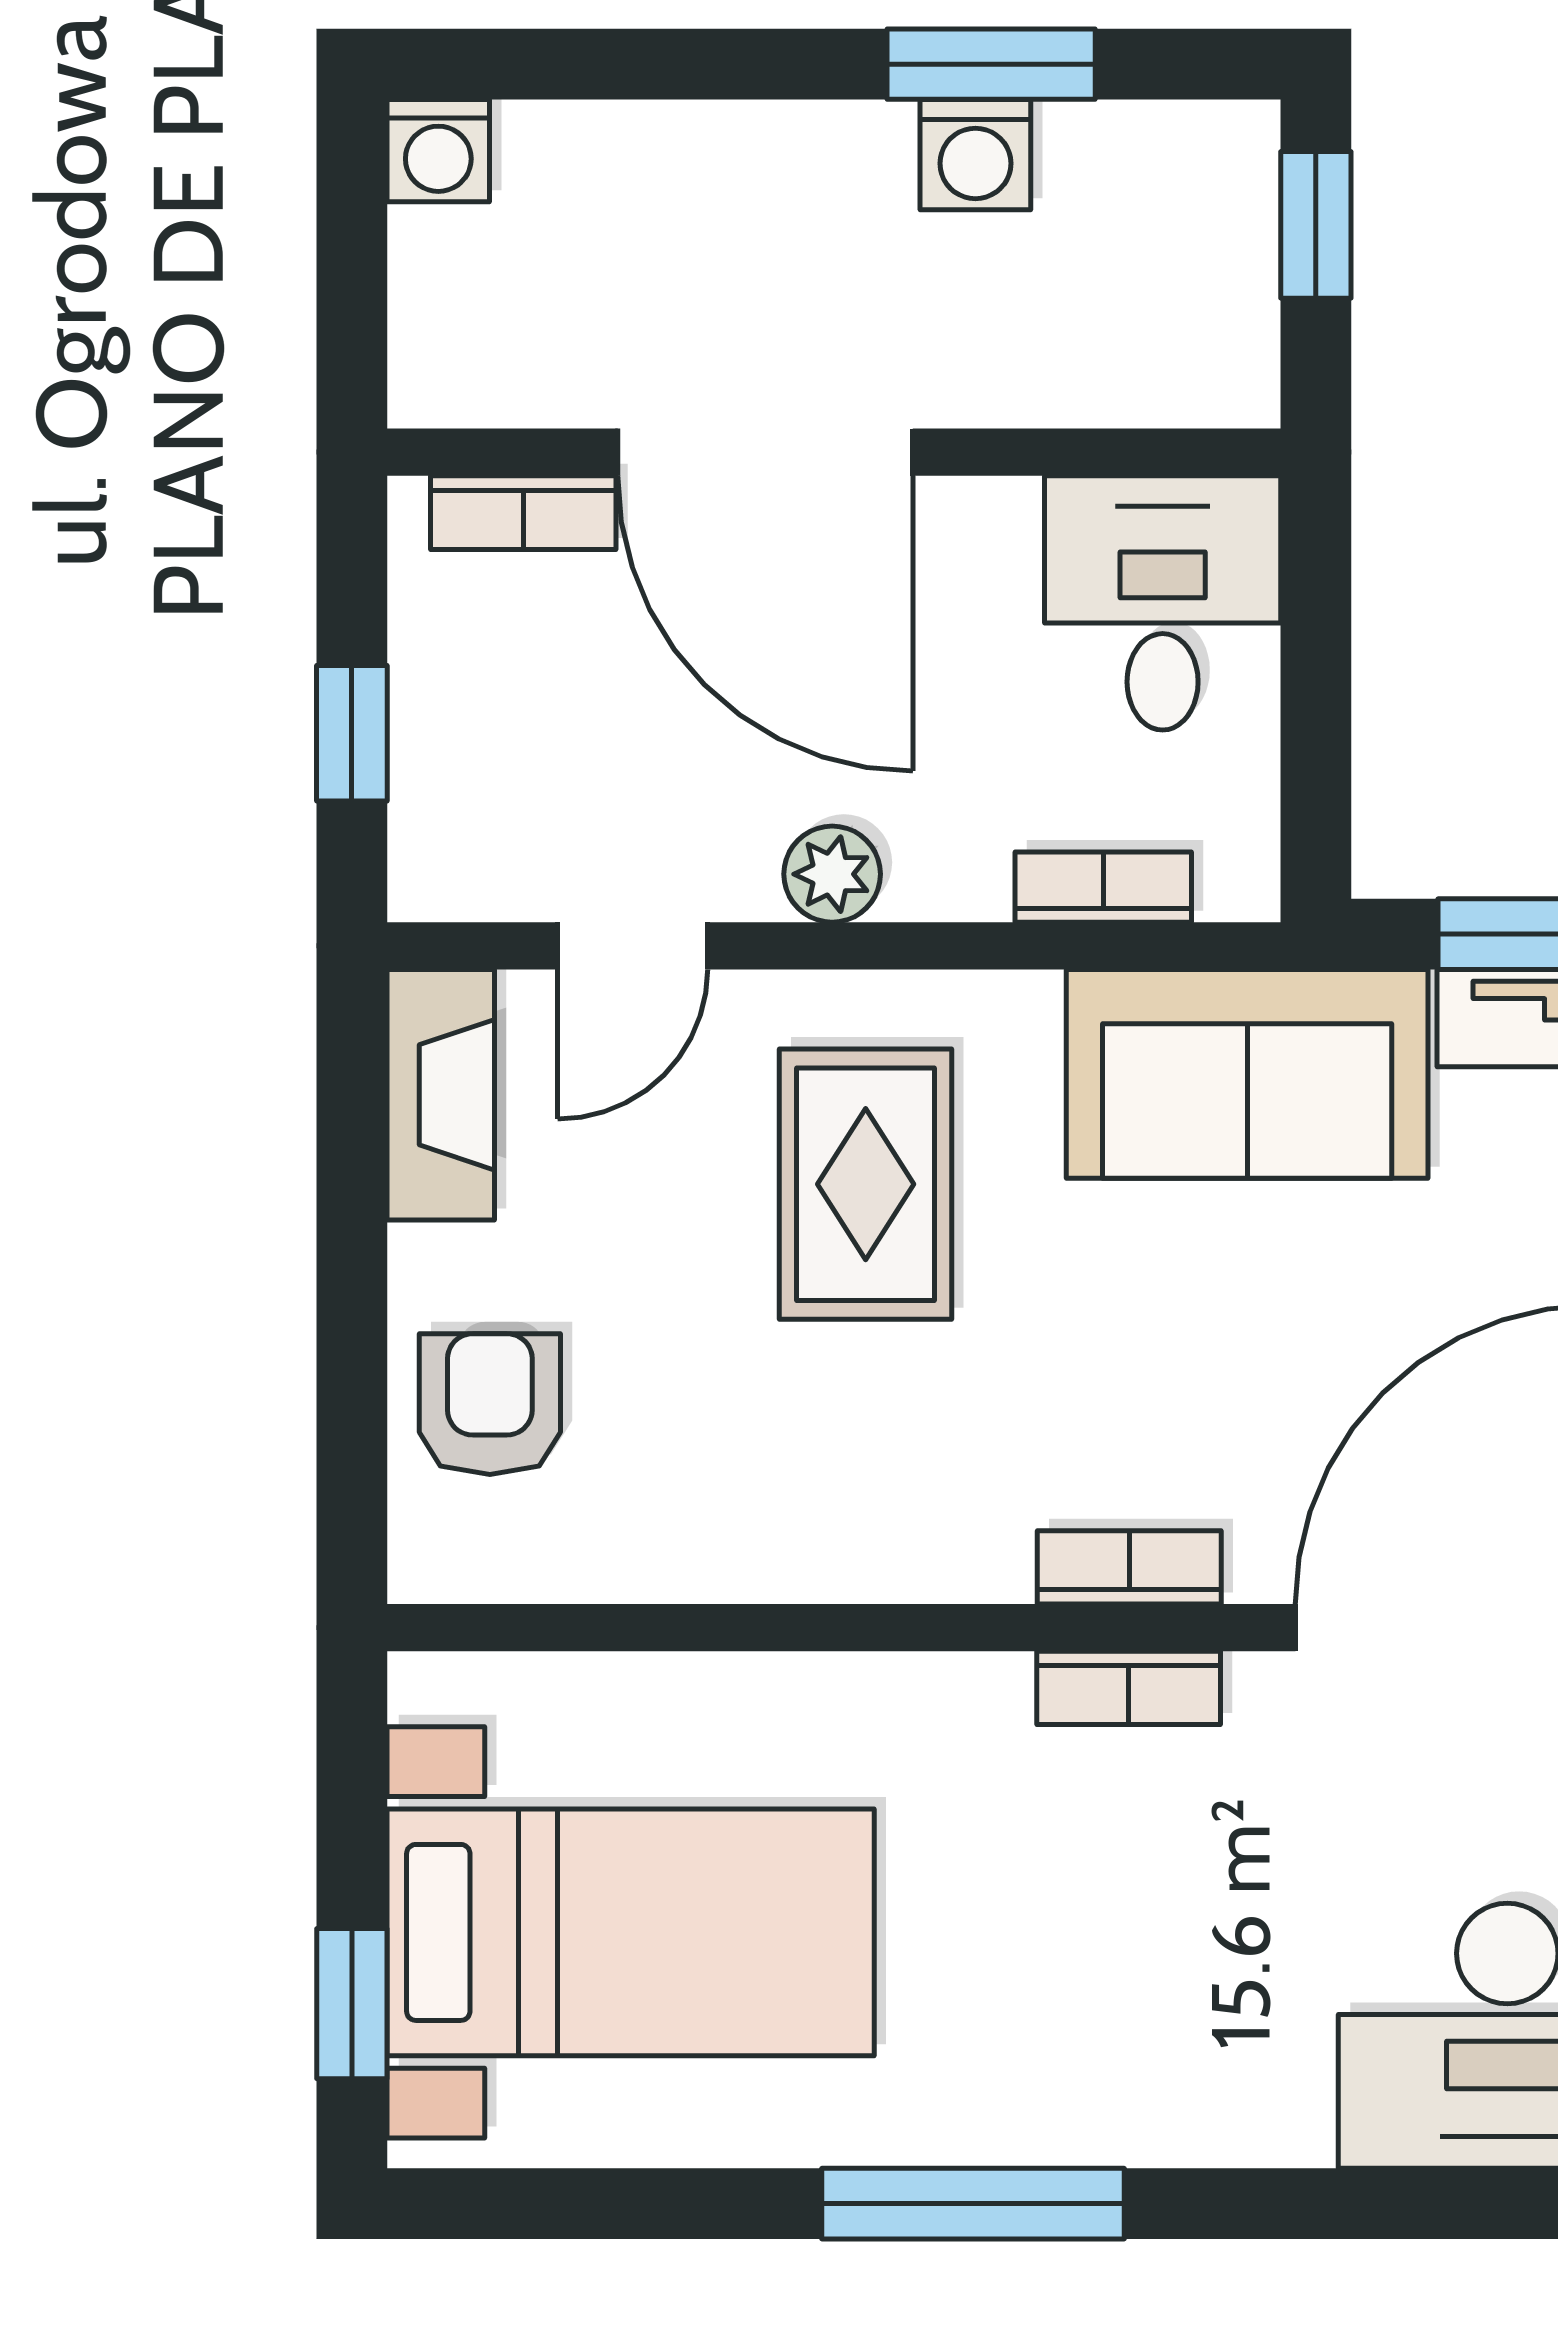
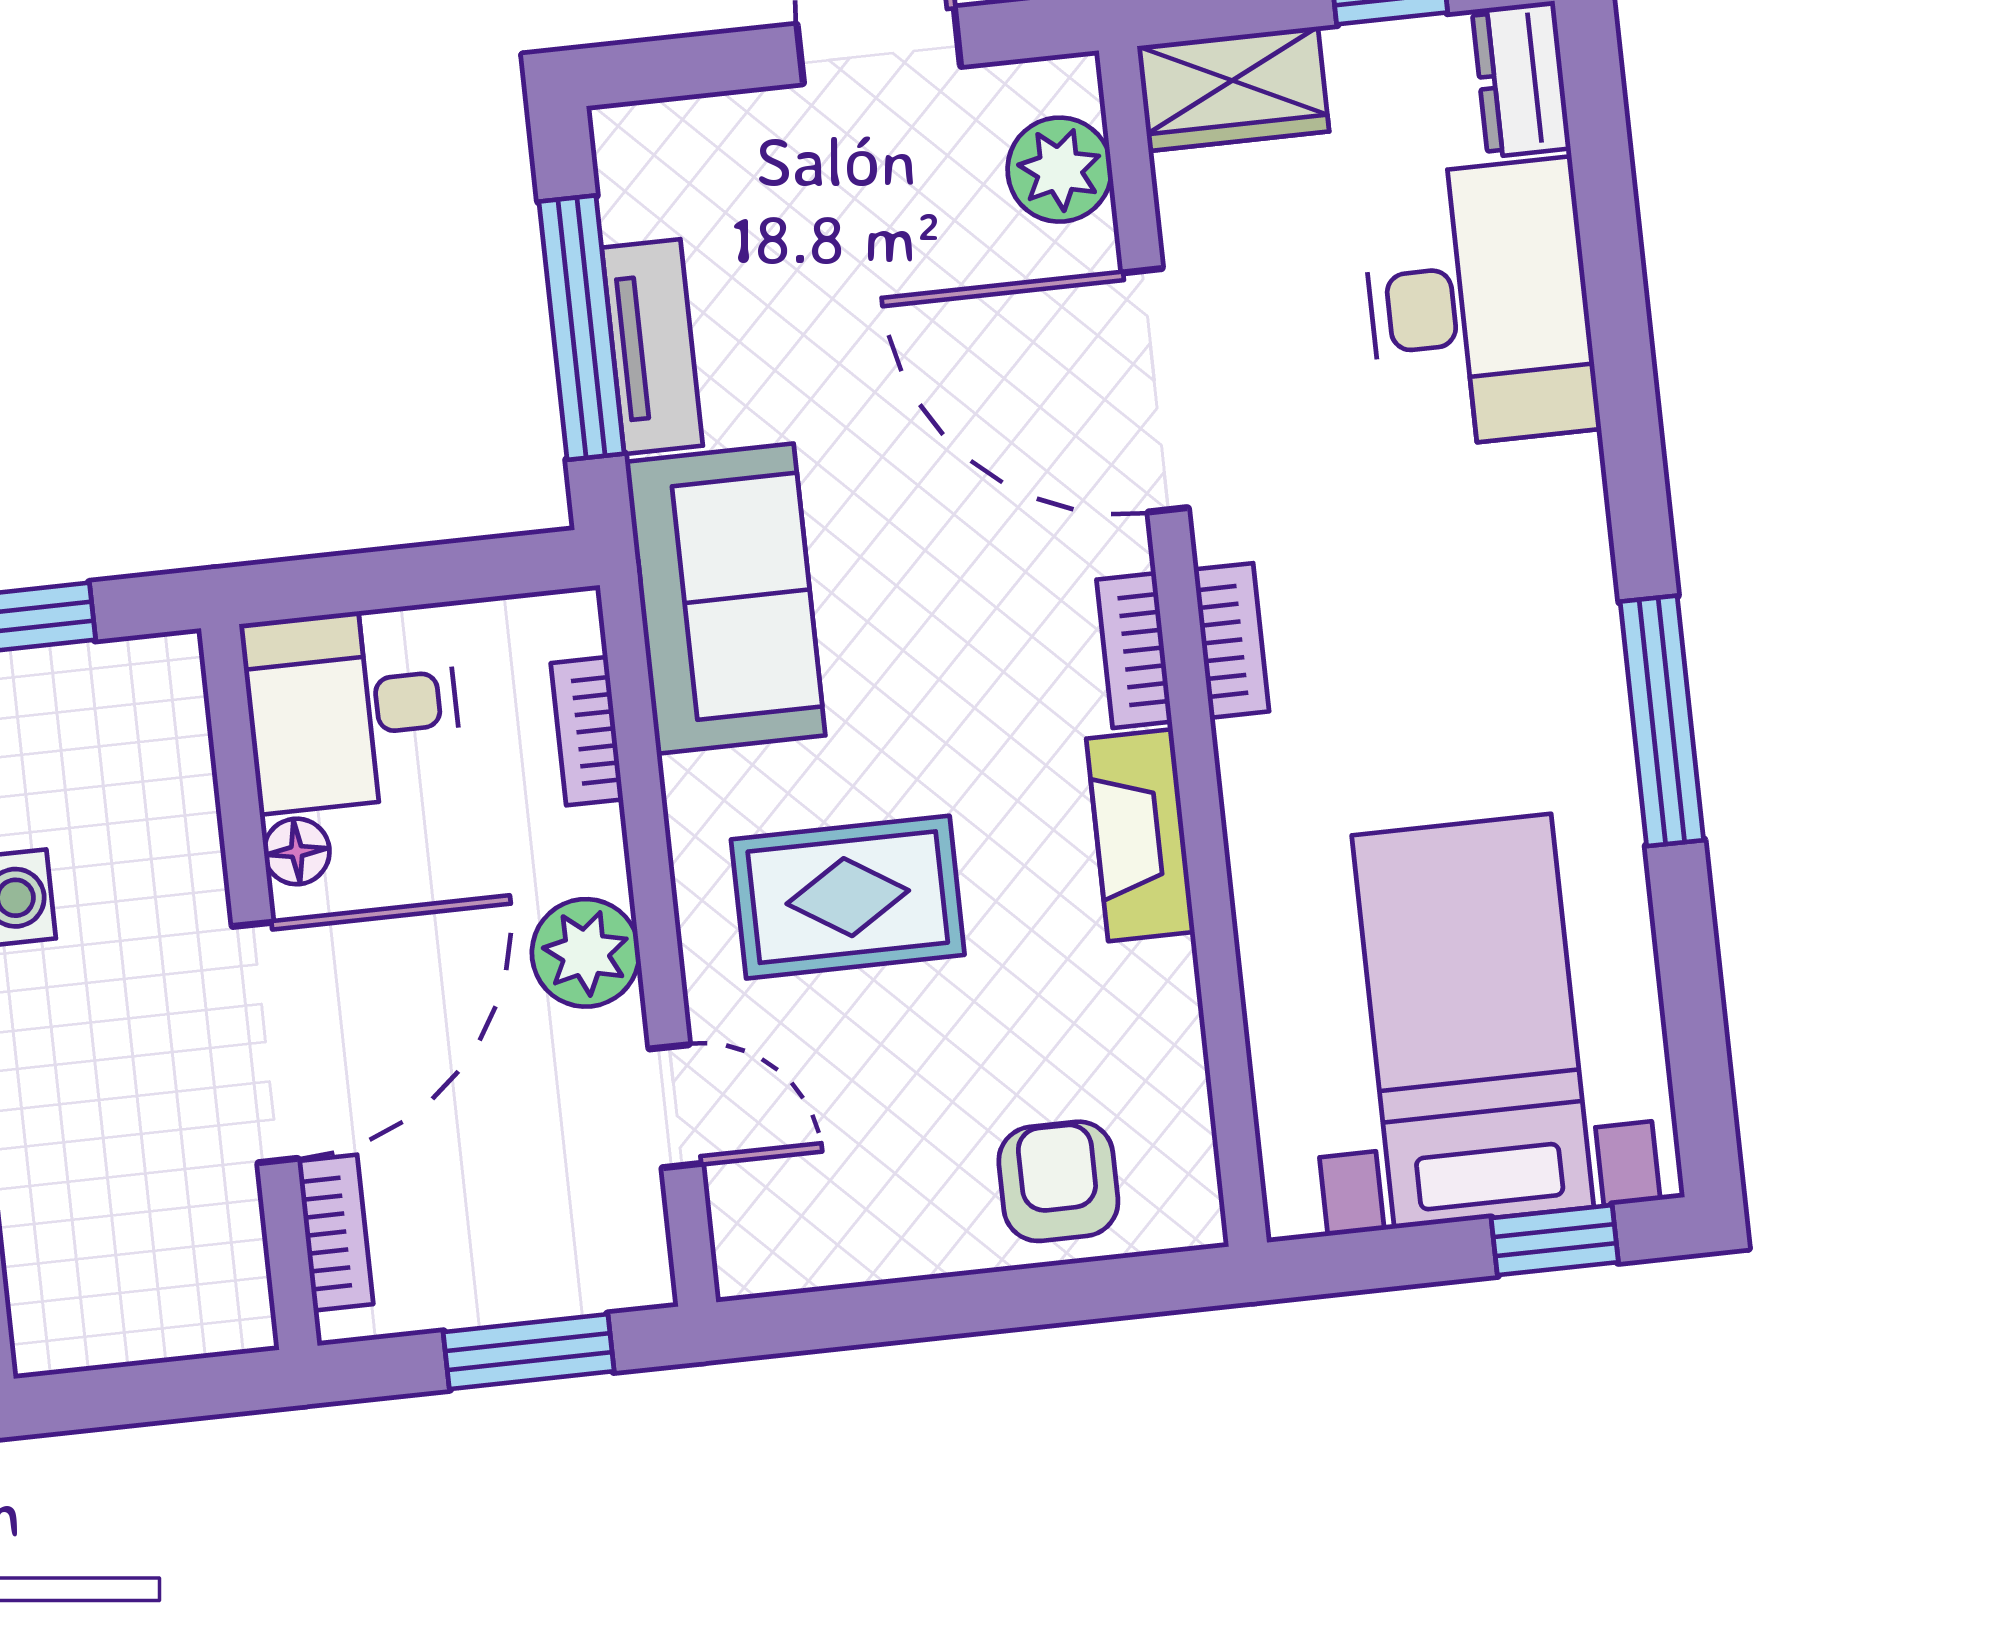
washing machine: (438, 151) -> (50, 1333), removed
floor lamp: (995, 516) -> (297, 851), added
window: (352, 733) -> (529, 1352), width x1.50
plant: (832, 874) -> (586, 953), width x1.38, depth x1.38
fireplace: (441, 1095) -> (1140, 835), moved, turned -90
armchair: (490, 1404) -> (1058, 1181), turned 90

